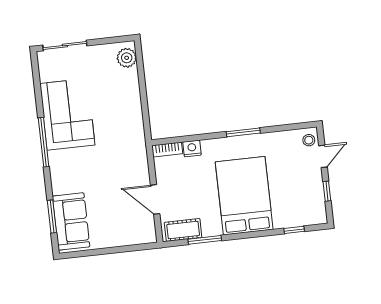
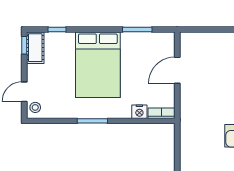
window: (327, 191) -> (24, 45), moved
door: (155, 199) -> (177, 70), swing flipped
cot: (183, 230) -> (35, 48), moved, turned 90

